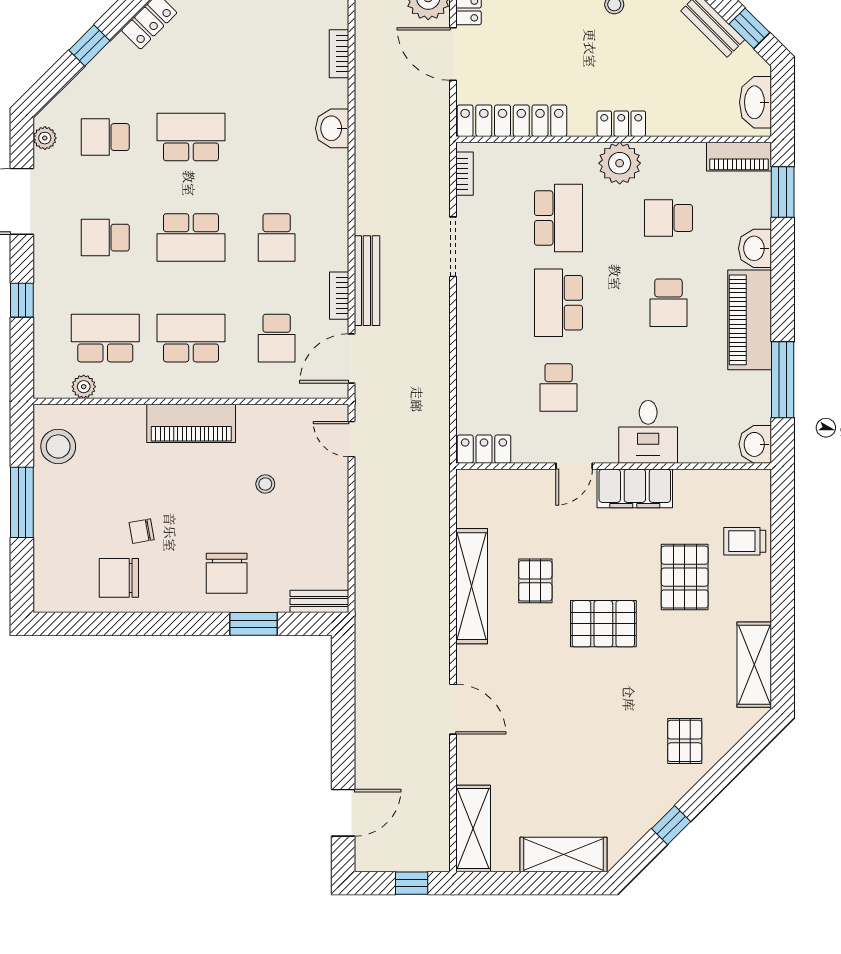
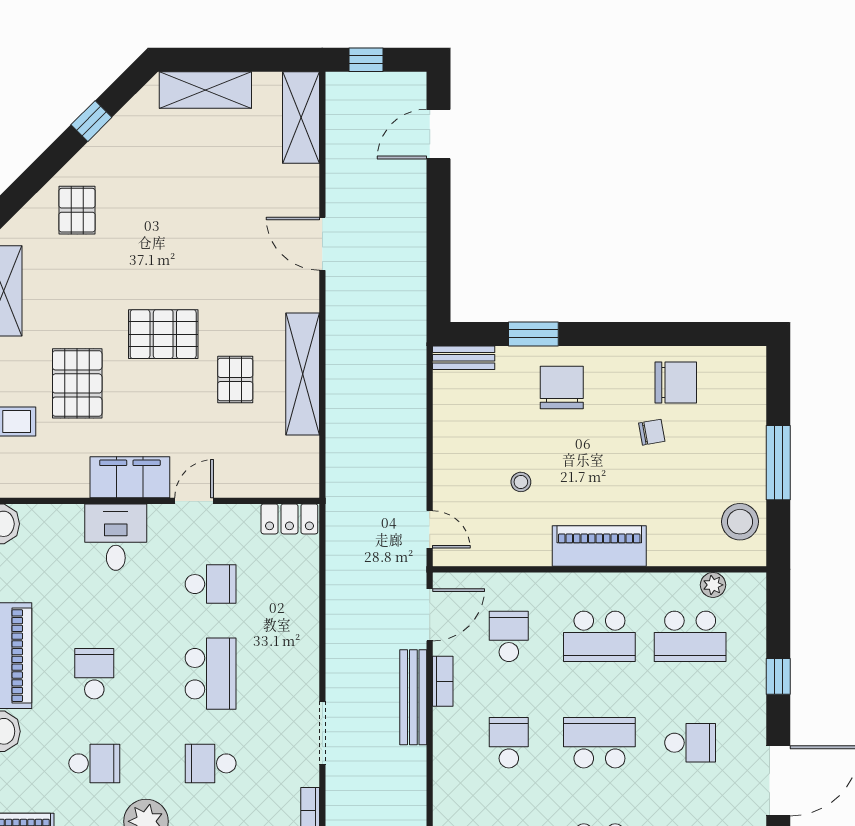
school desk: (559, 218) -> (211, 763), width x0.54
school desk: (559, 388) -> (211, 584), turned 90

